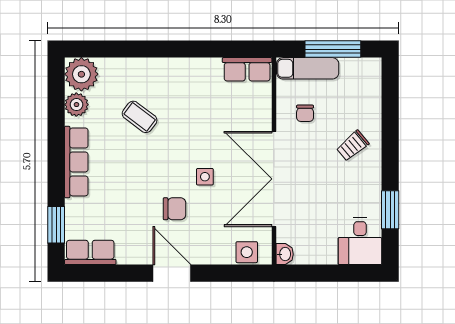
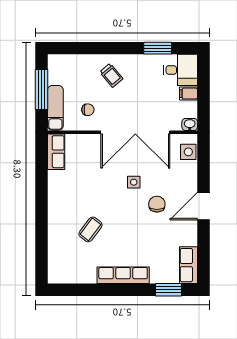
plant: (81, 74) -> (60, 271), removed
plant: (76, 105) -> (82, 275), removed
filing cabinet: (327, 252) -> (188, 94), added

